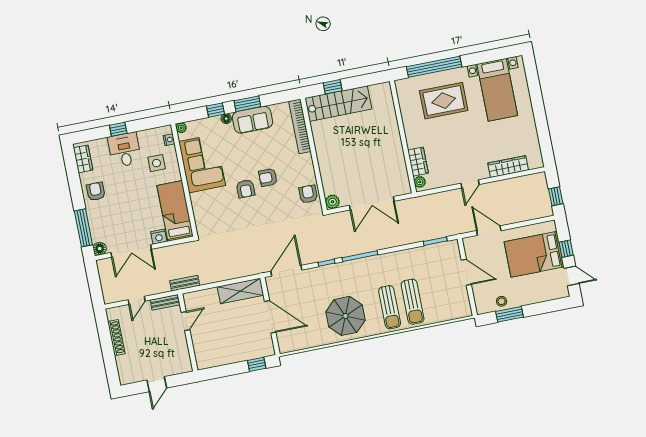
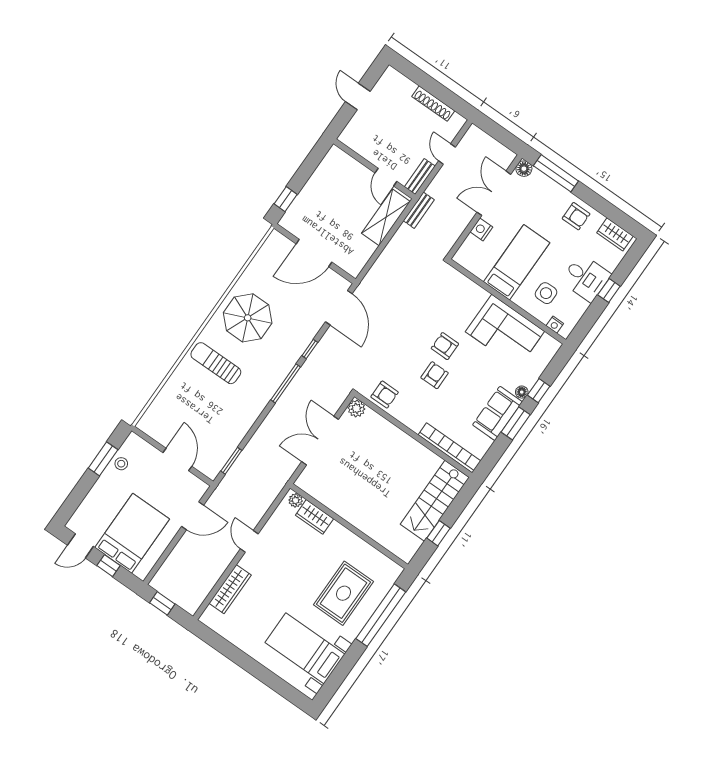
window: (333, 87) -> (438, 533), moved
plant: (181, 128) -> (554, 346), removed
bed: (175, 211) -> (517, 262), moved, turned -90
door: (466, 272) -> (177, 460), swing flipped
shelving: (240, 291) -> (386, 217), moved
sun lounger: (413, 302) -> (200, 388), removed

